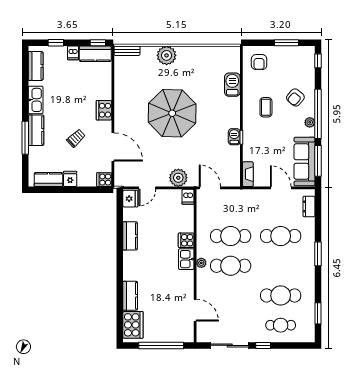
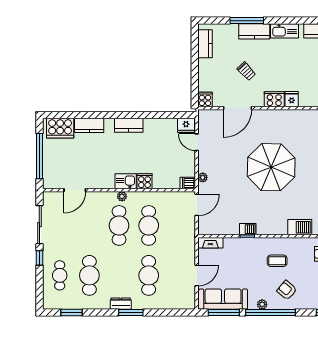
plant: (178, 178) -> (203, 177), width x0.53, depth x0.53
fridge: (70, 179) -> (292, 99), moved, turned -90
dresser: (309, 206) -> (121, 304), moved
kitchen counter: (130, 236) -> (129, 125), moved

